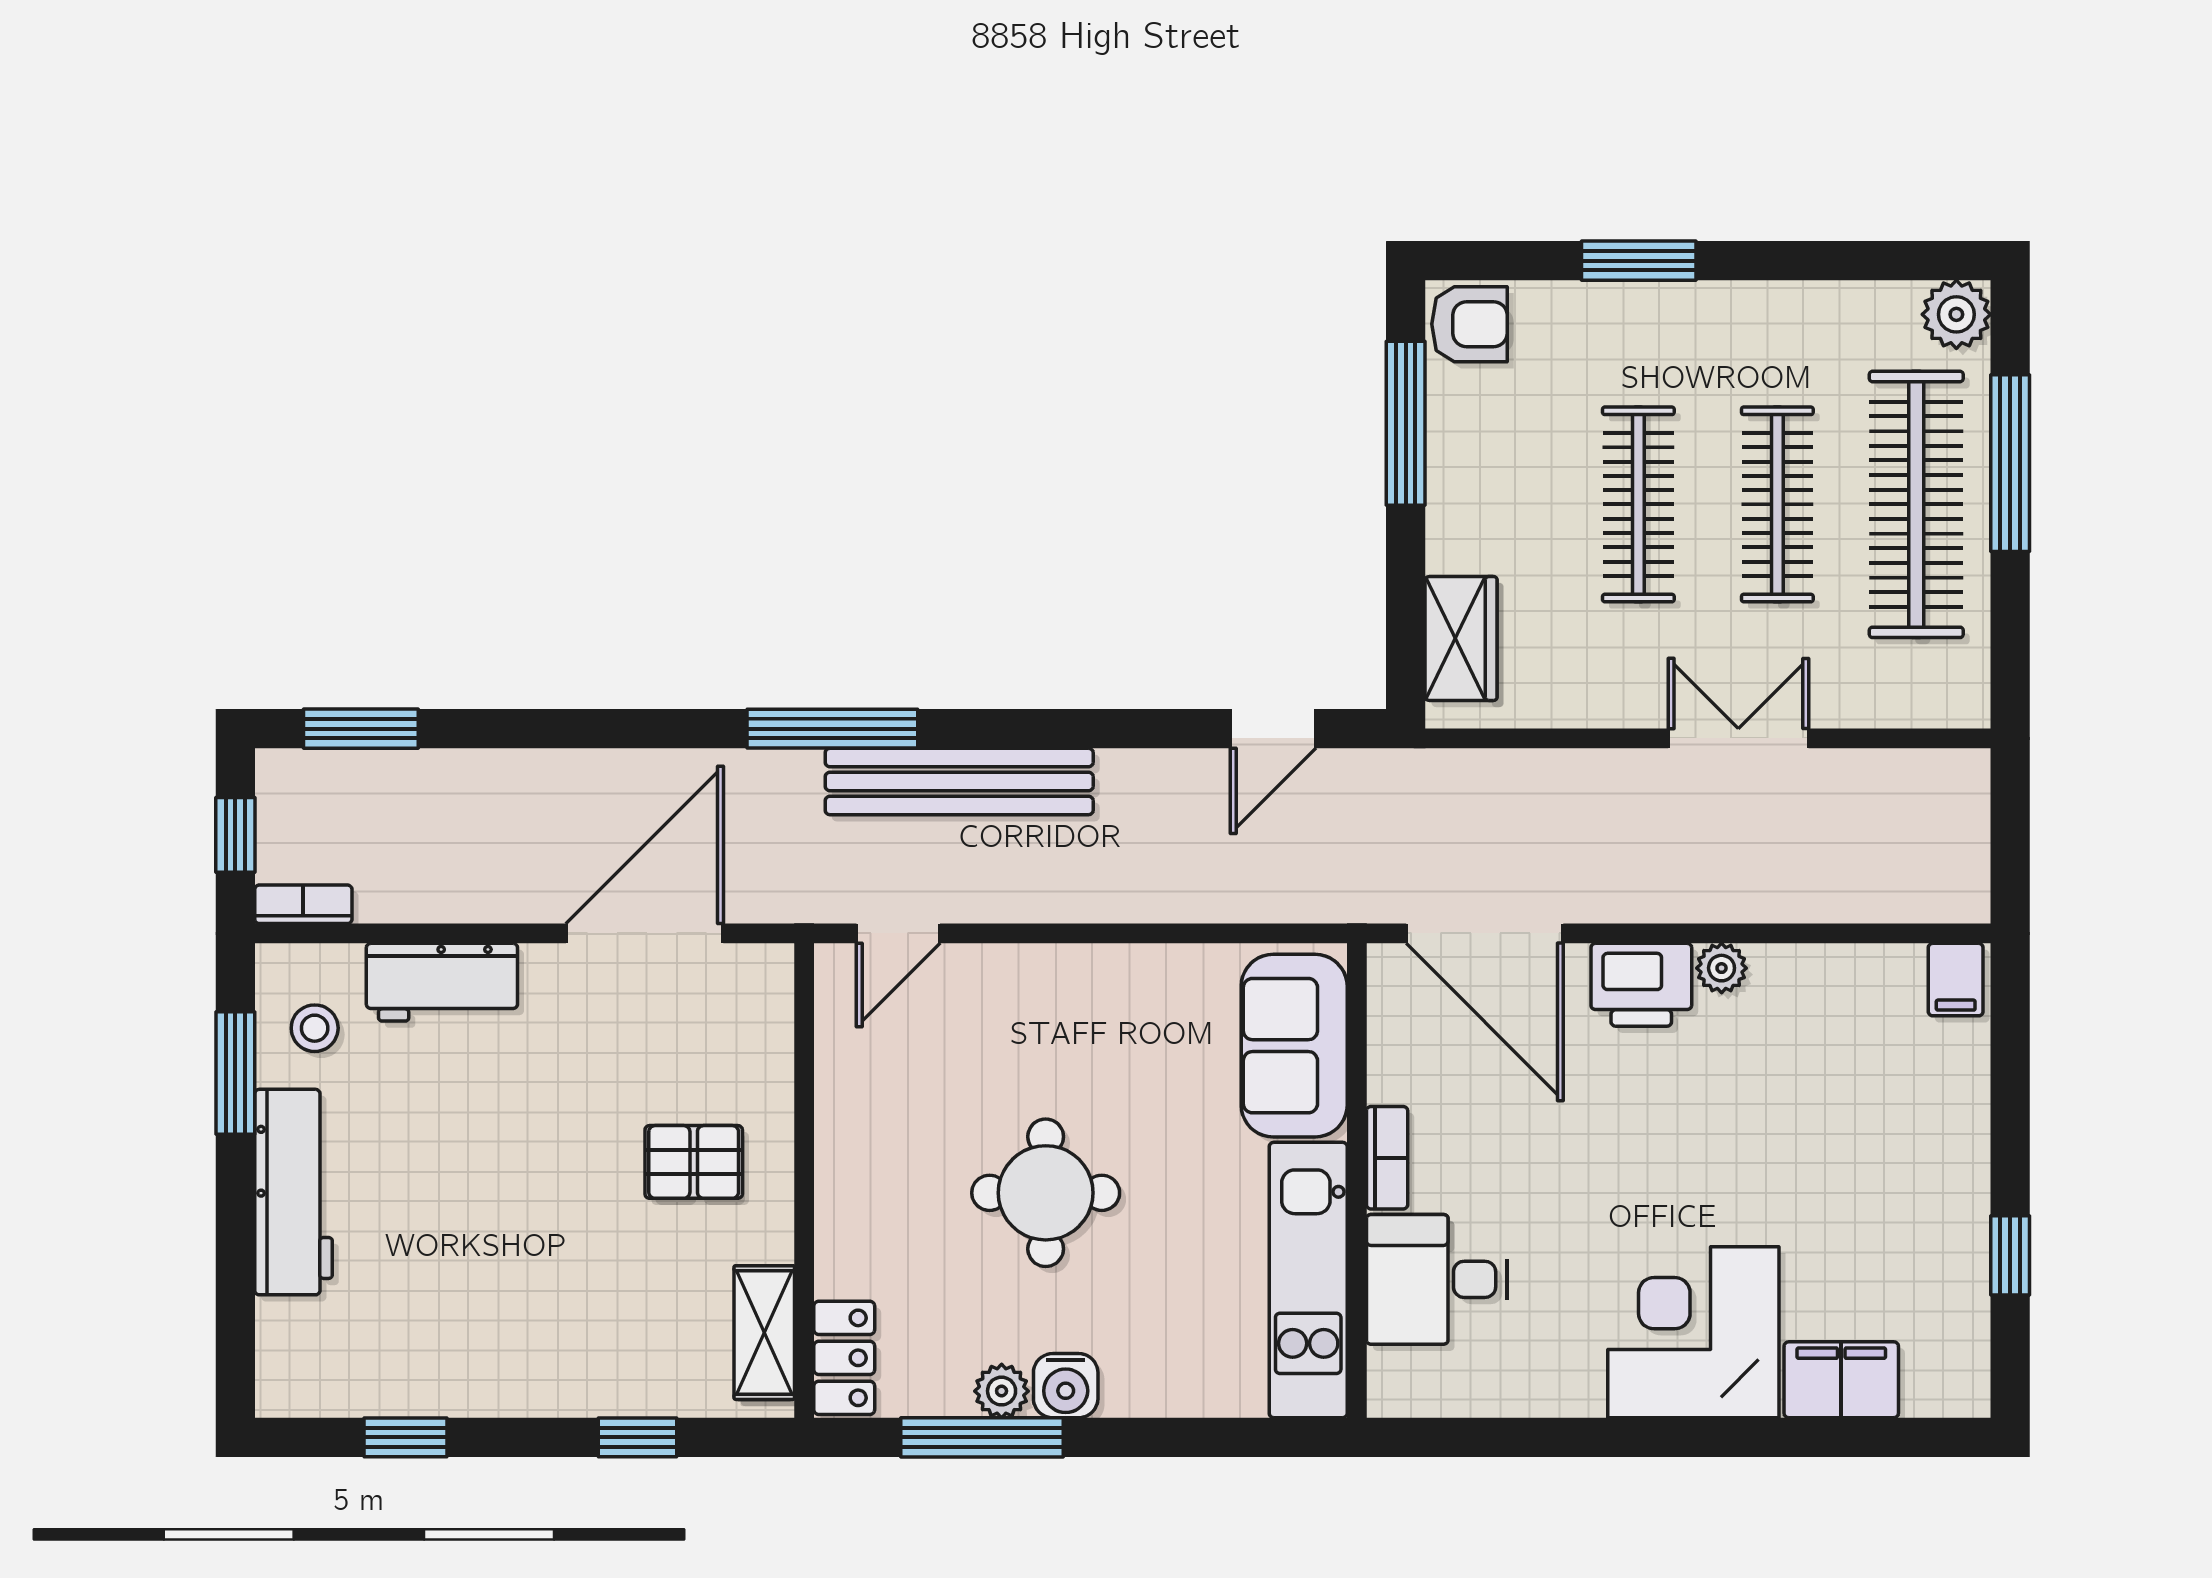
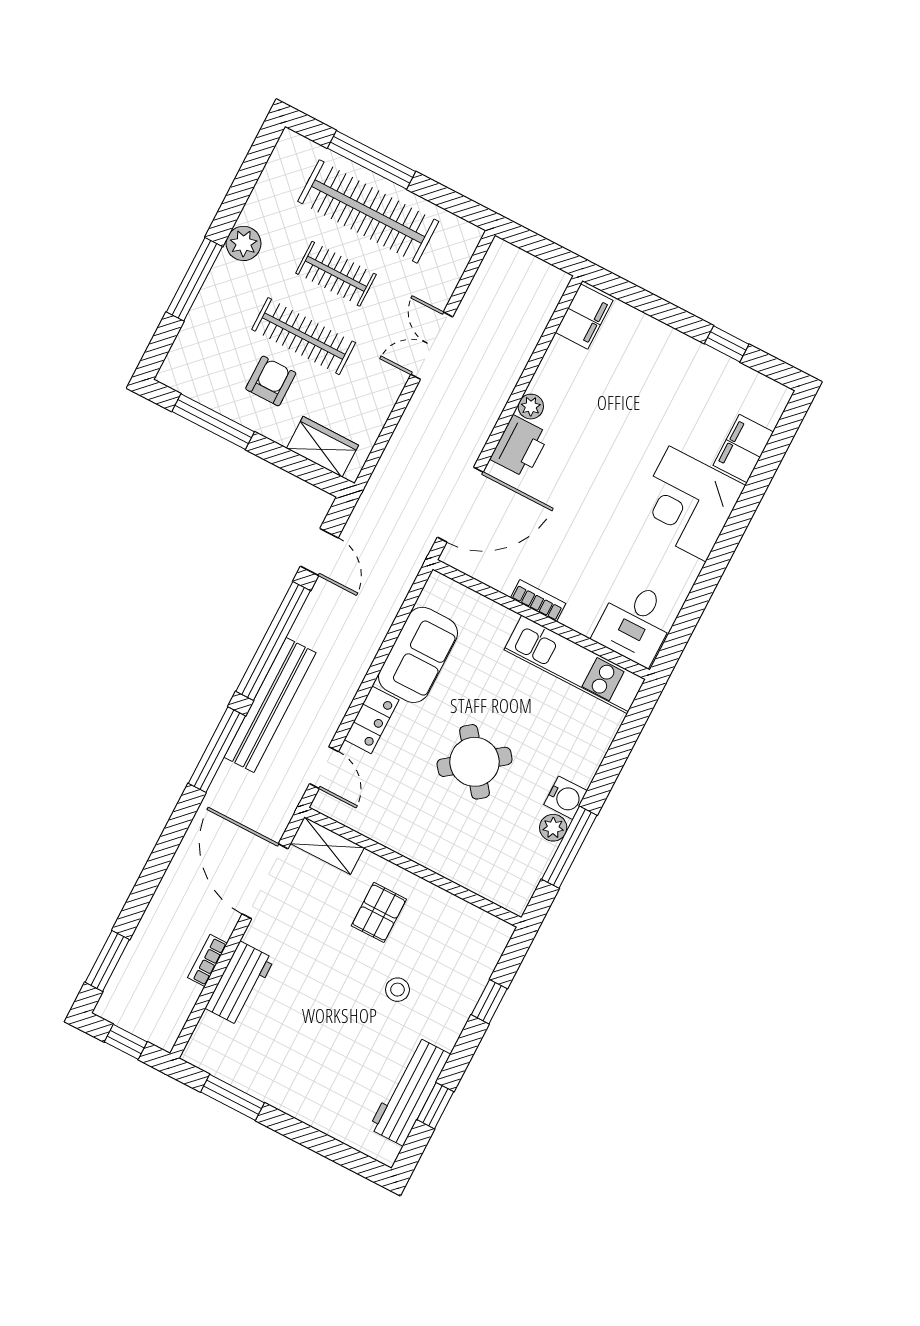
window: (1639, 261) -> (194, 279), width x1.44
plant: (1956, 314) -> (244, 243), moved
armchair: (1469, 324) -> (271, 381), moved
clothes rail: (1777, 504) -> (336, 274), width x0.73
window: (1075, 729) -> (273, 641), added
bookcase: (303, 904) -> (207, 960), moved
filing cabinet: (1956, 980) -> (584, 316), width x2.00
stool: (315, 1028) -> (397, 990), moved
sofa: (1294, 1046) -> (418, 655), moved, turned -90
workbench: (294, 1192) -> (410, 1091), moved, turned -90
round table: (1046, 1193) -> (475, 762), turned -38
desk: (1437, 1279) -> (635, 623), moved
shelving: (764, 1333) -> (327, 846), moved
locker: (844, 1358) -> (372, 720), moved, turned 90

